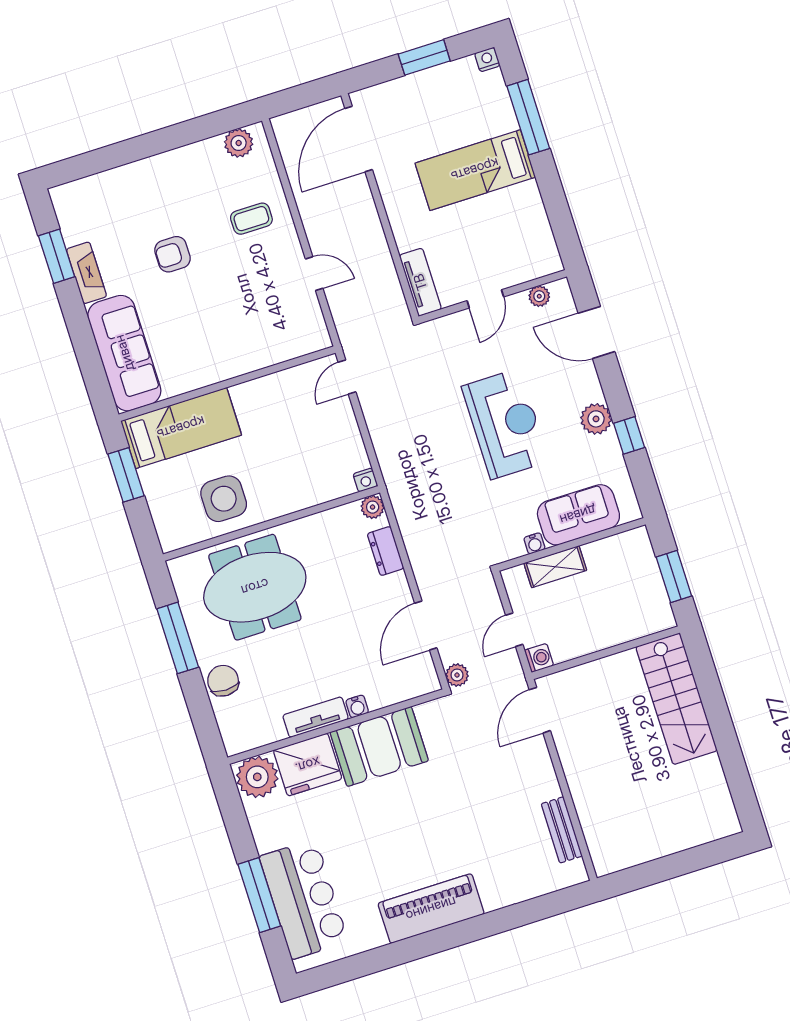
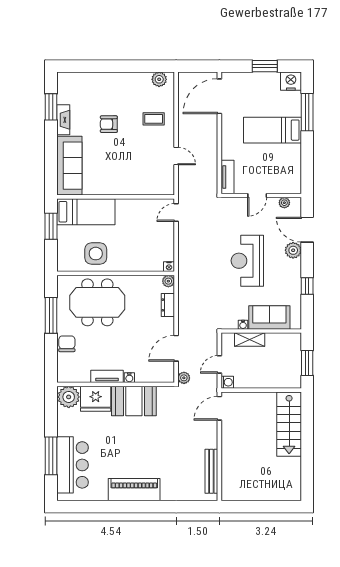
nightstand: (487, 59) -> (291, 81), width x1.89, depth x1.79
plant: (596, 419) -> (293, 250), moved
reception desk: (505, 424) -> (247, 261), turned 180
bench: (562, 830) -> (211, 471), width x1.36

